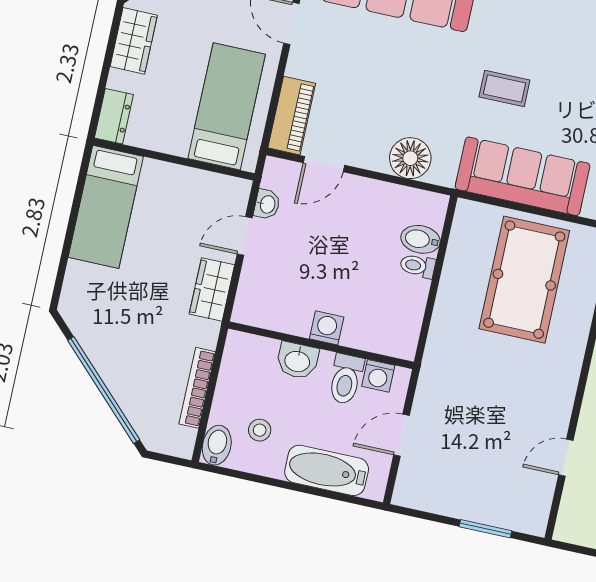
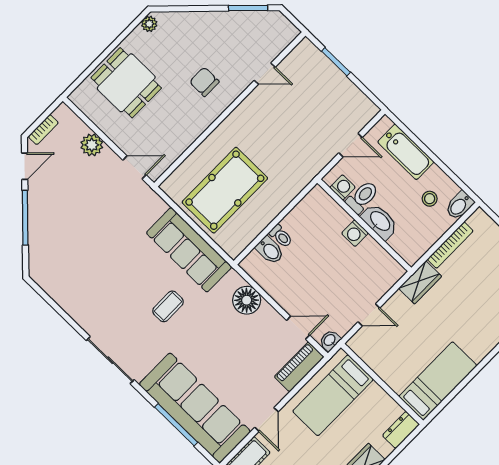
coffee table: (504, 89) -> (168, 306), turned 90
washbasin: (267, 204) -> (330, 340), moved
wardrobe: (212, 289) -> (420, 282), moved
washbasin: (297, 361) -> (380, 221), width x1.38

